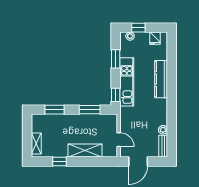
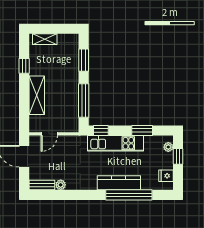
window: (172, 70) -> (129, 195), added
window: (90, 110) -> (84, 100), width x1.44

